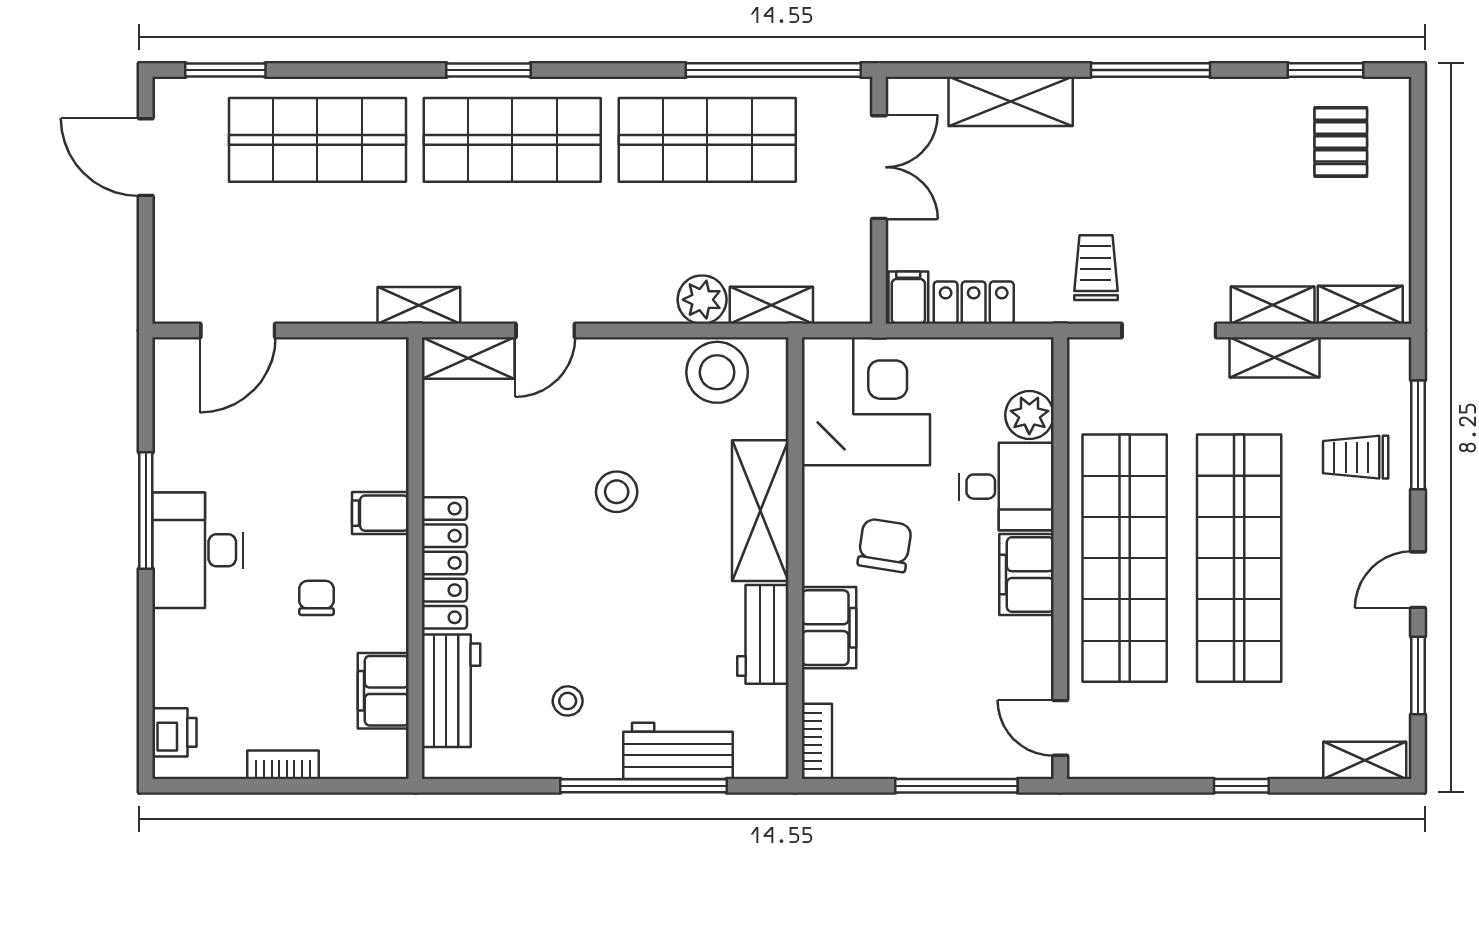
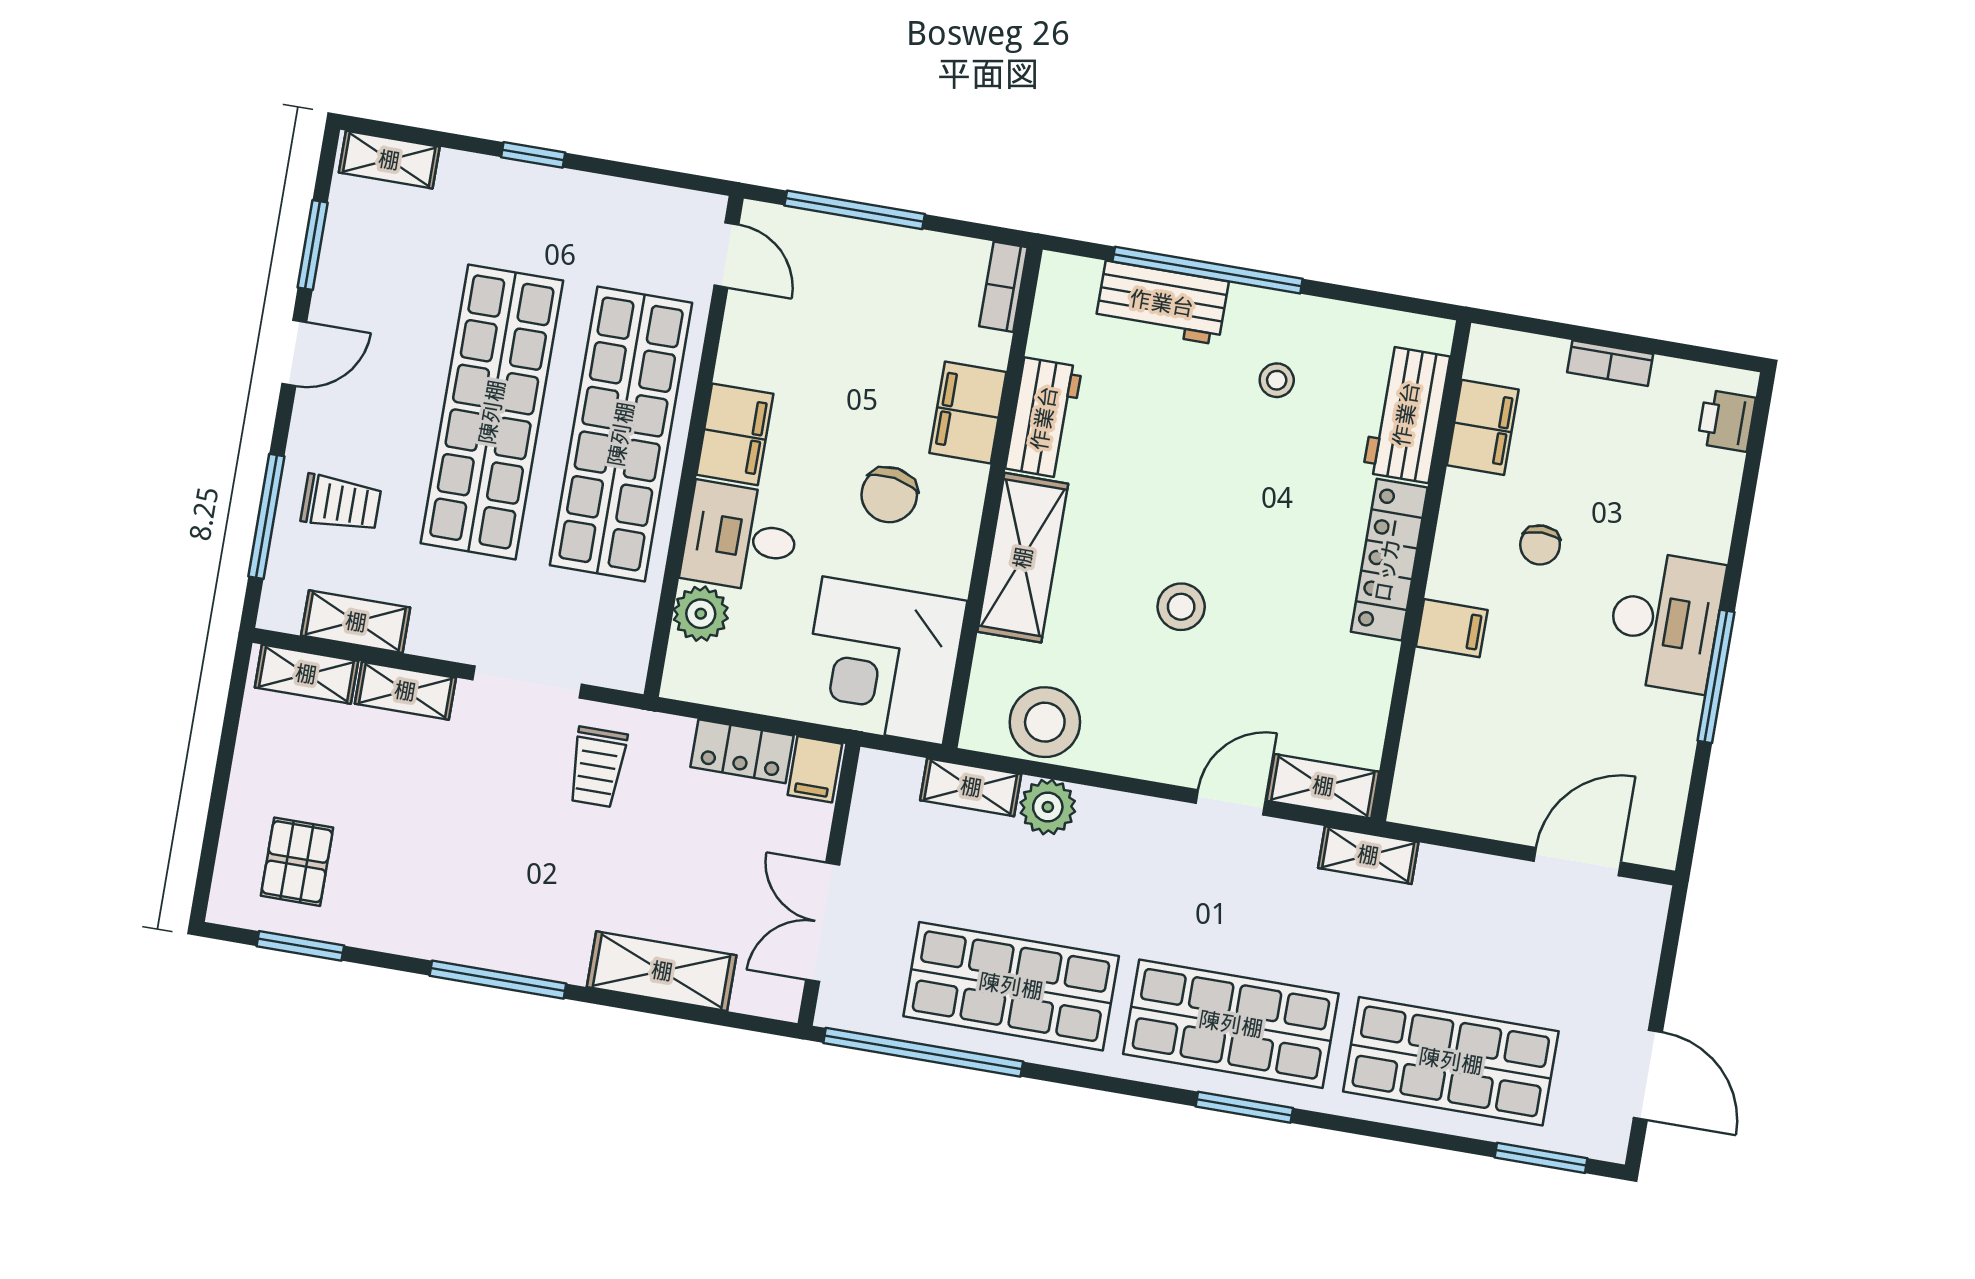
shelving: (1274, 357) -> (356, 622), moved

